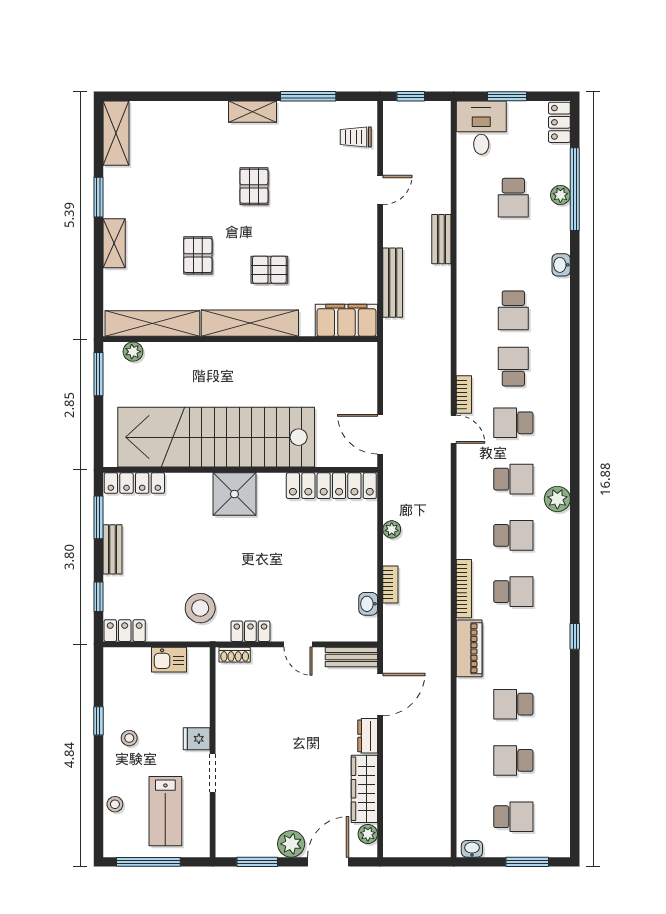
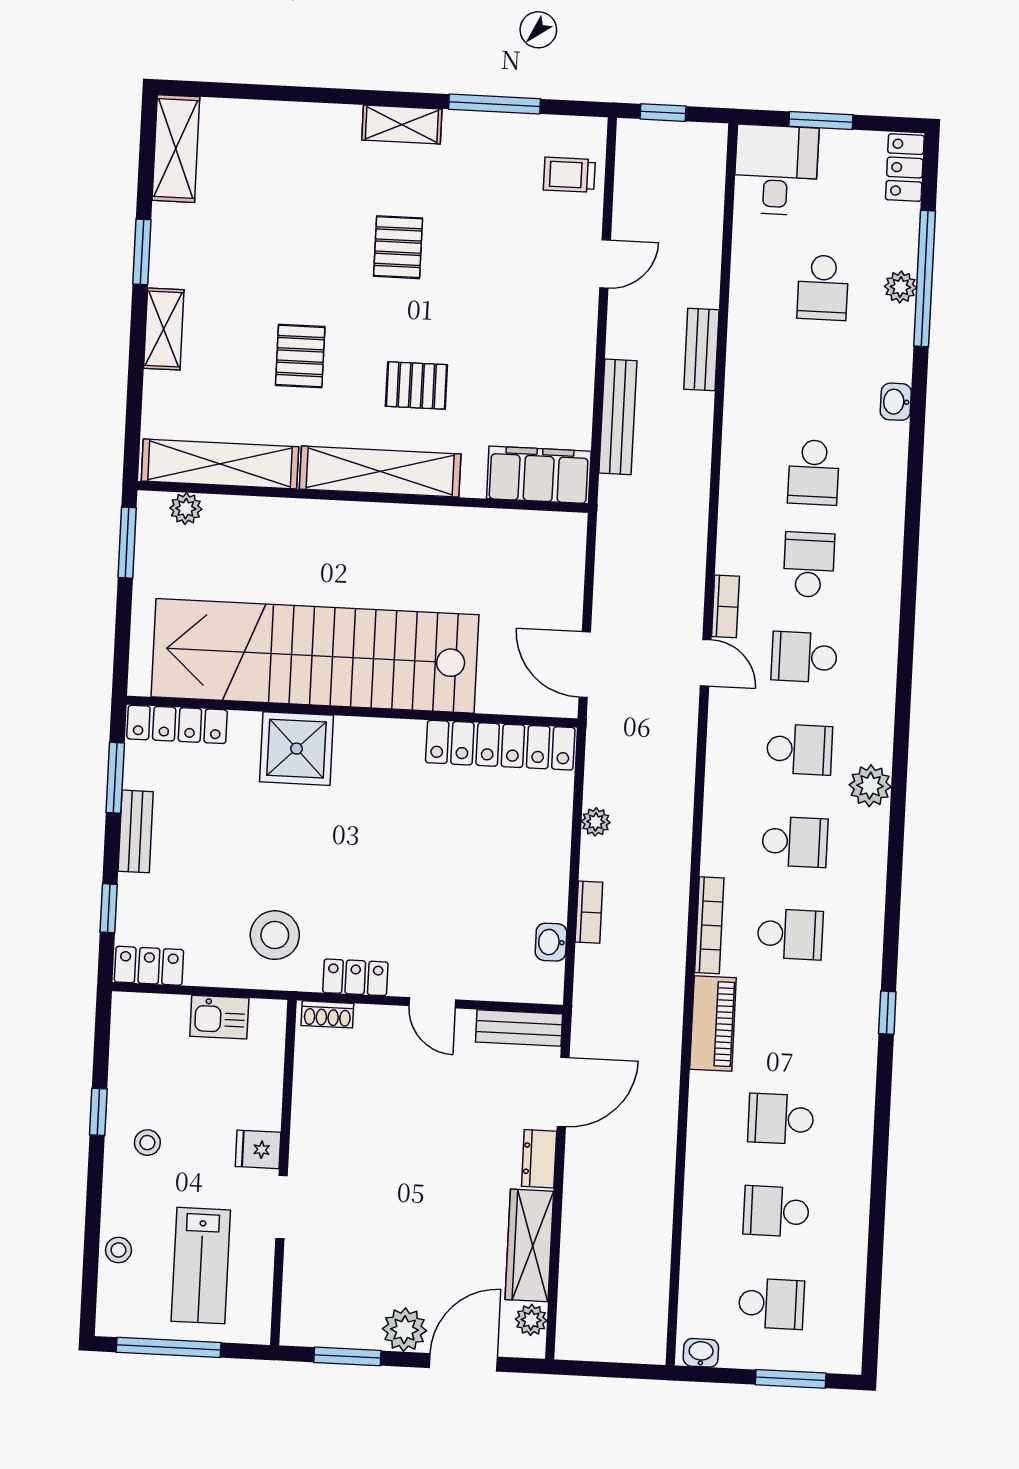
shower: (234, 494) -> (297, 749), moved

